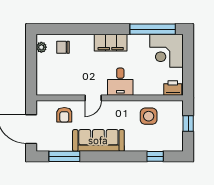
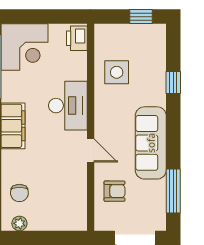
desk: (120, 82) -> (68, 106), width x1.37
window: (188, 124) -> (141, 17), moved
window: (155, 156) -> (173, 82), moved

